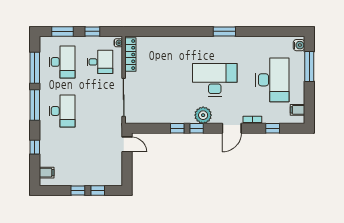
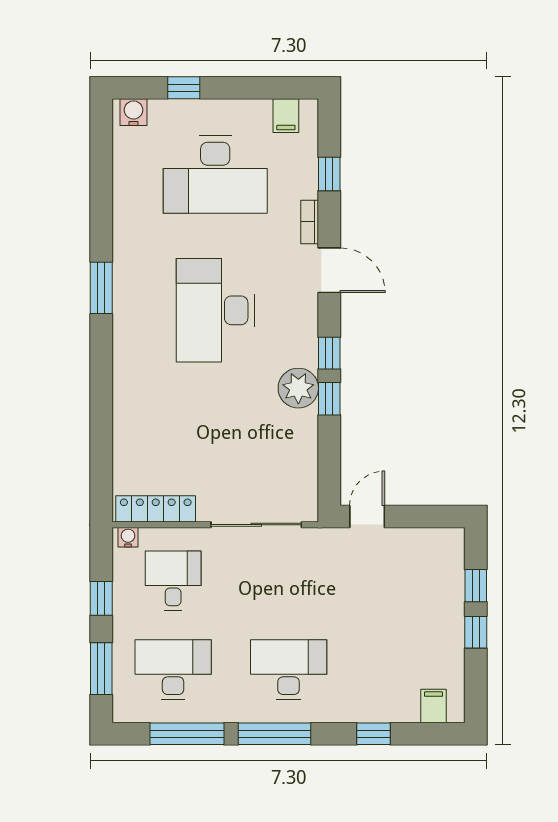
window: (309, 66) -> (184, 88), width x0.46
desk: (272, 80) -> (215, 175), turned 180
plant: (203, 115) -> (298, 388), moved

